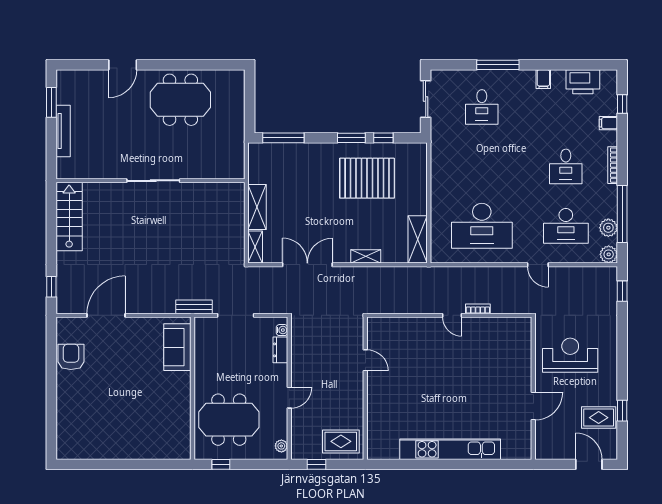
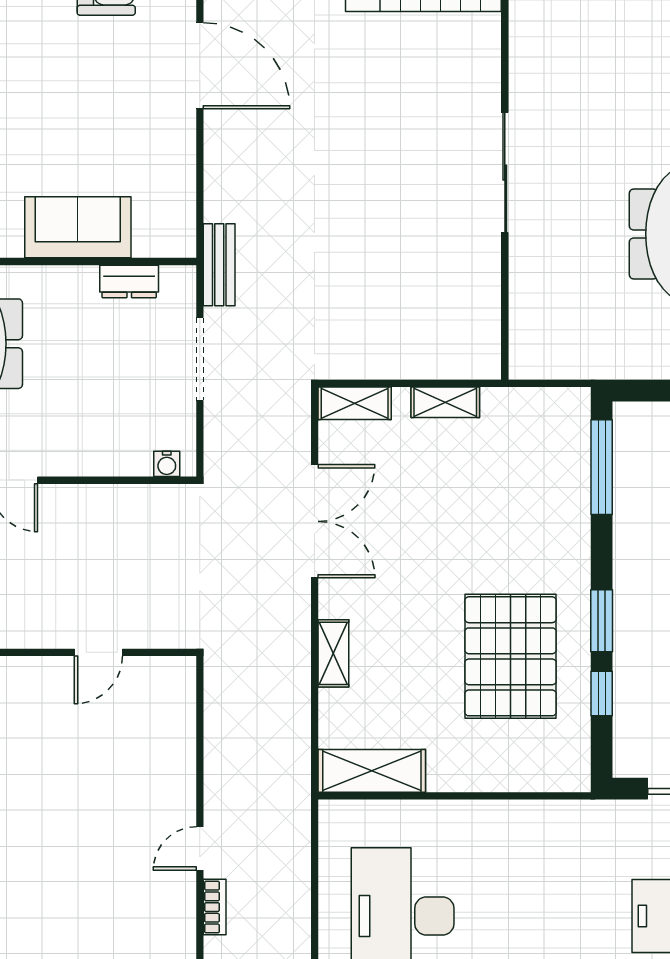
shelving: (257, 207) -> (445, 402), width x0.67, depth x0.75
sofa: (177, 347) -> (78, 227), moved
dresser: (280, 350) -> (129, 281), moved, turned 180

